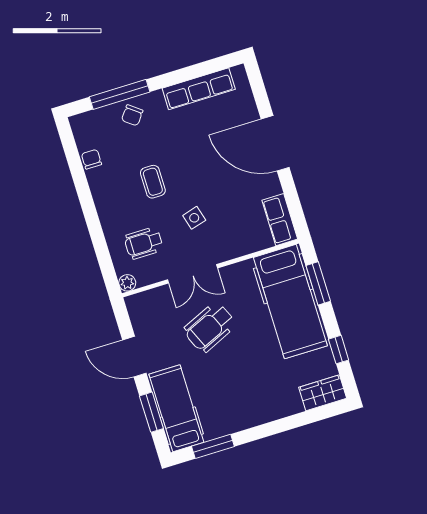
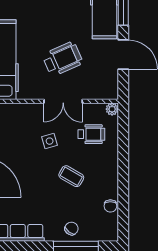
coffee table: (153, 182) -> (71, 176), turned -60
double door: (192, 274) -> (63, 101), swing flipped

